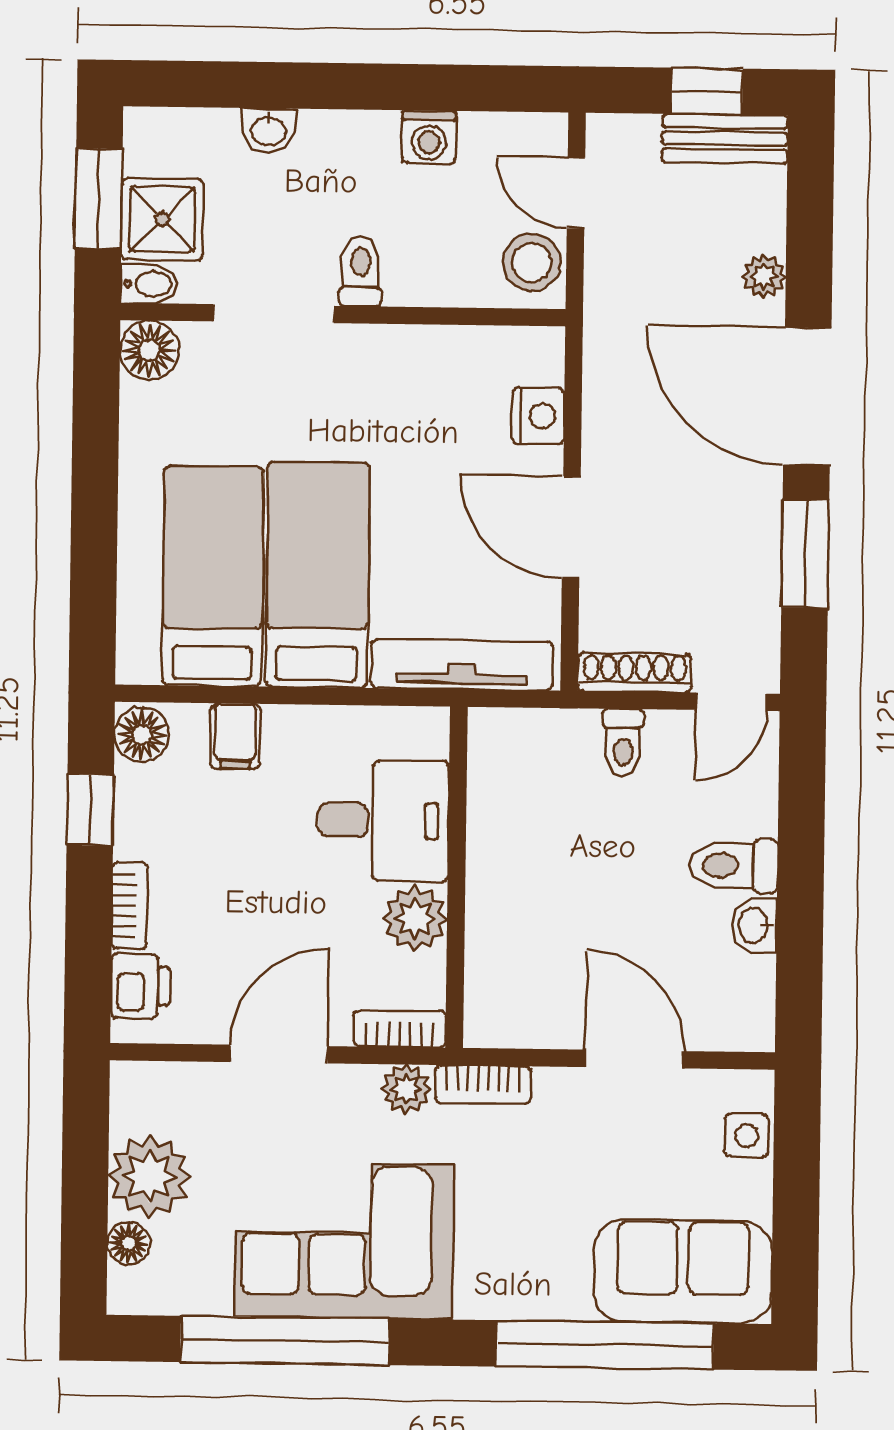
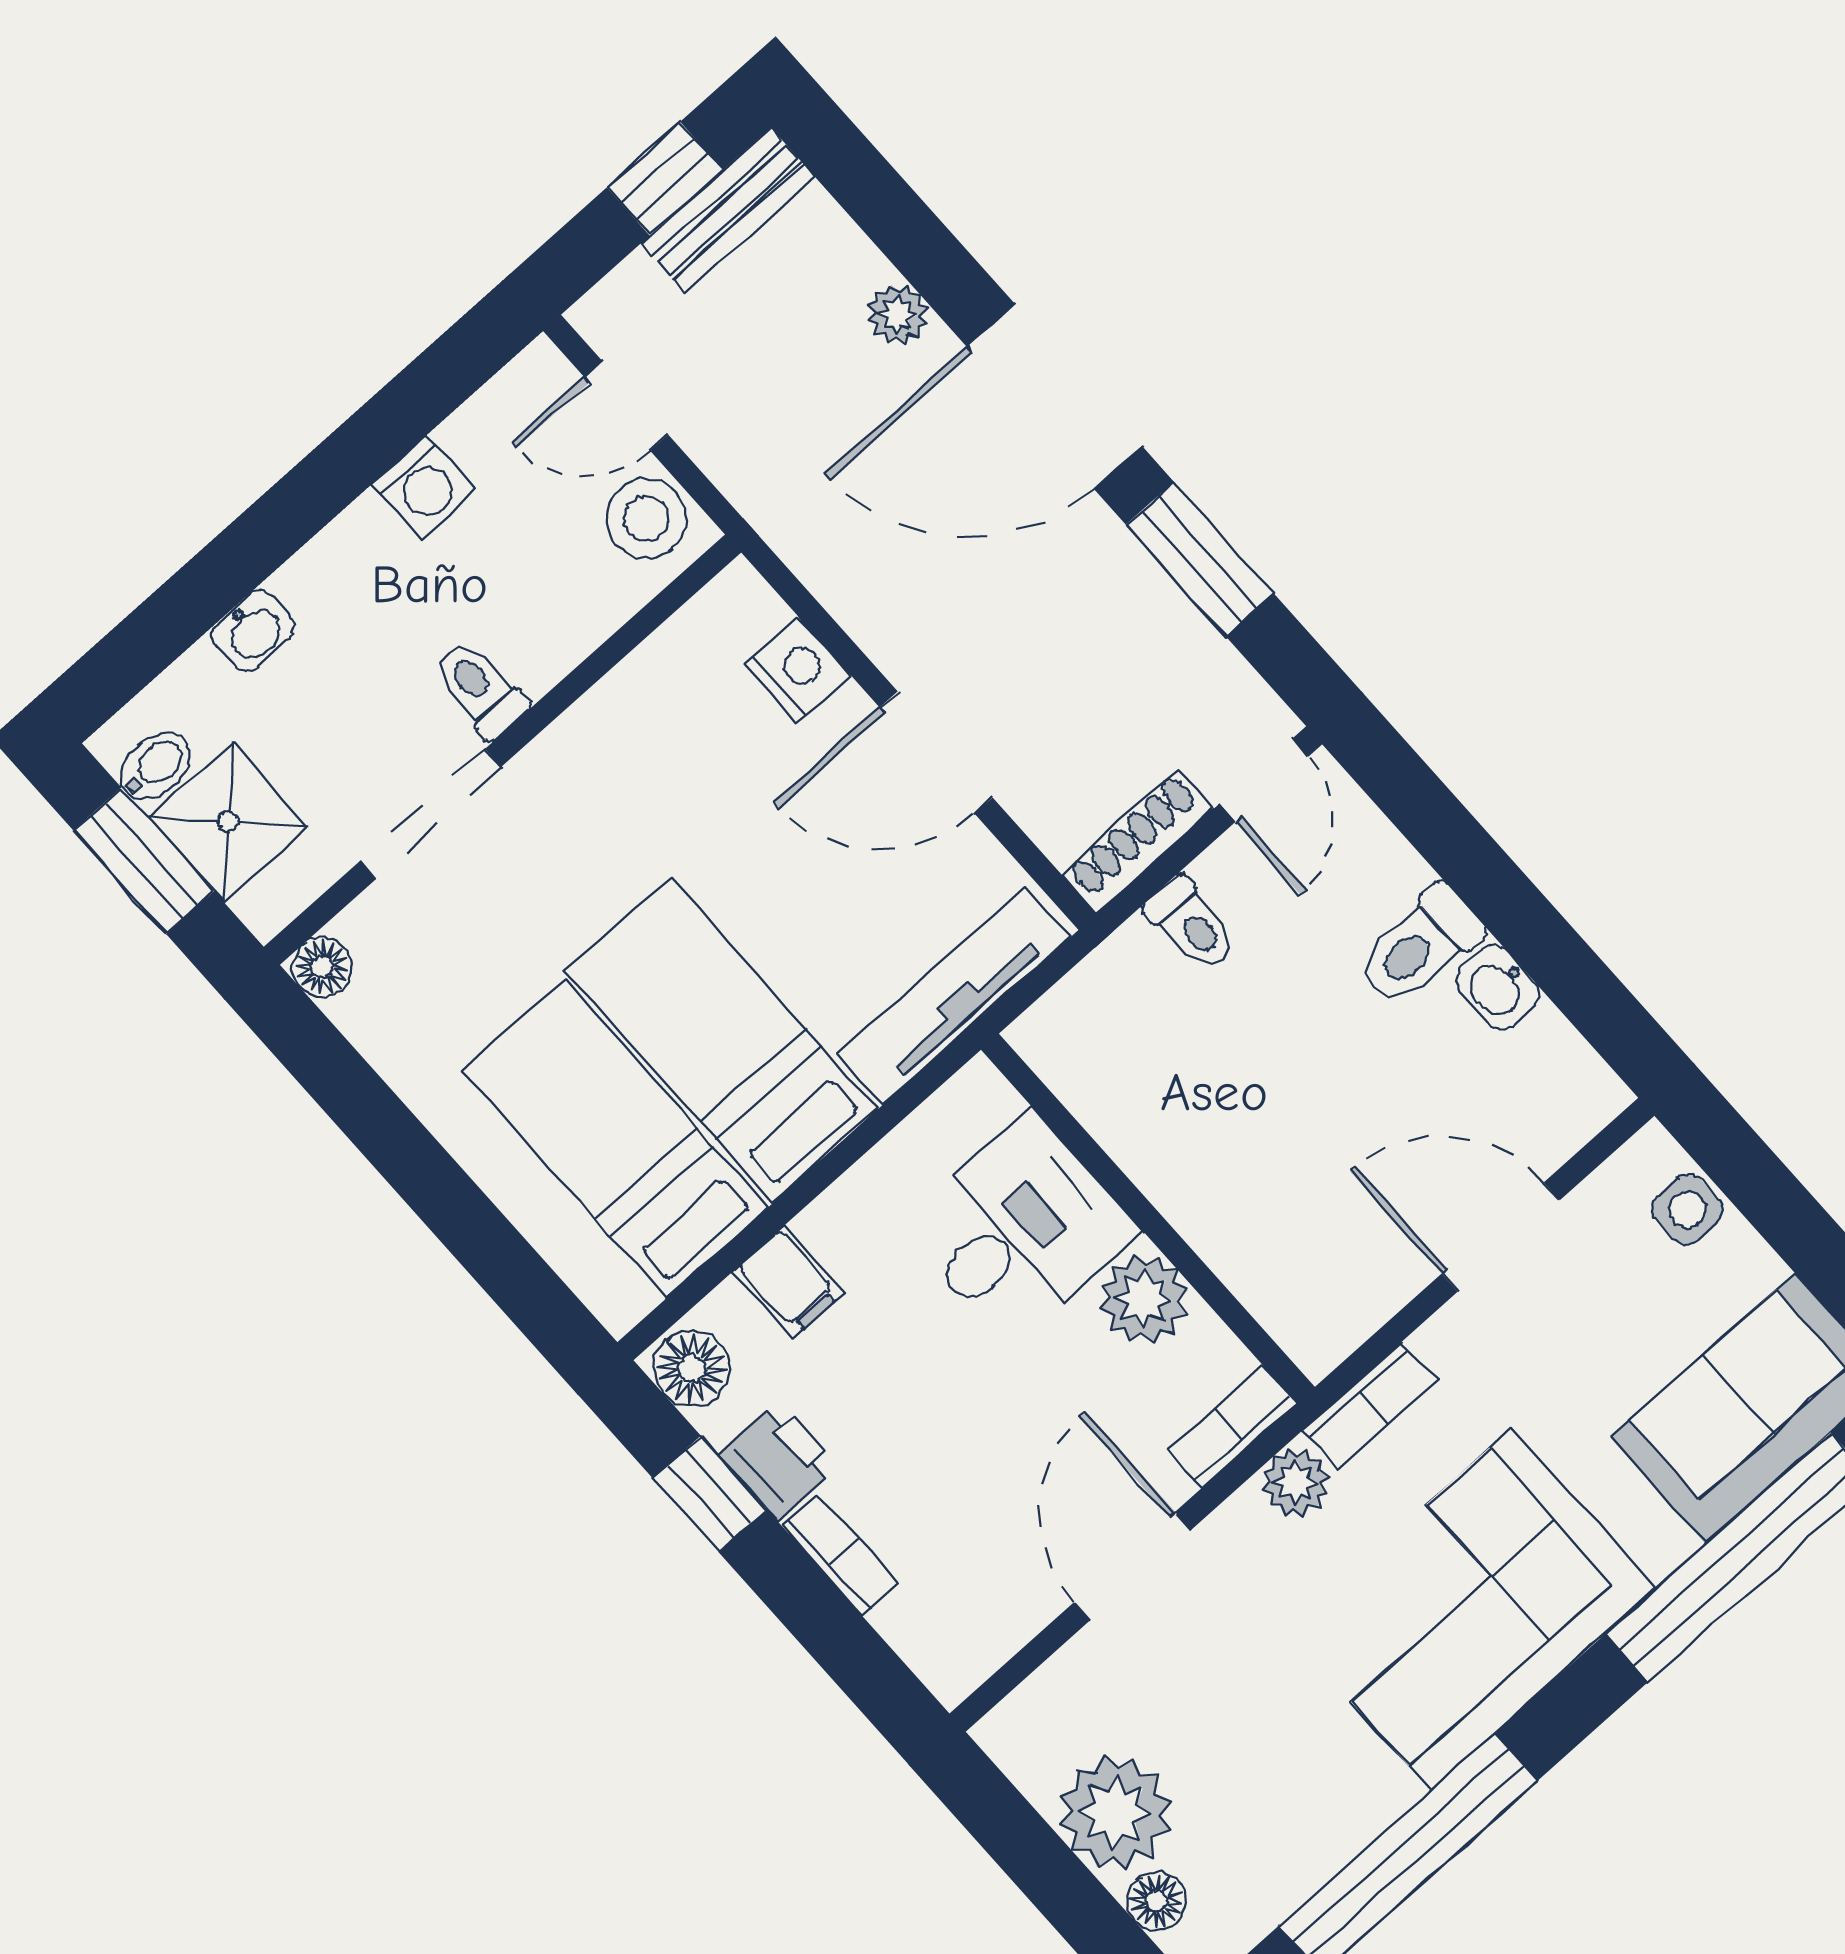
bidet: (149, 284) -> (155, 766), moved
floor lamp: (149, 350) -> (322, 967), width x0.73, depth x0.73
printer: (140, 986) -> (778, 1461), moved
corner sofa: (344, 1240) -> (1471, 1609), moved

